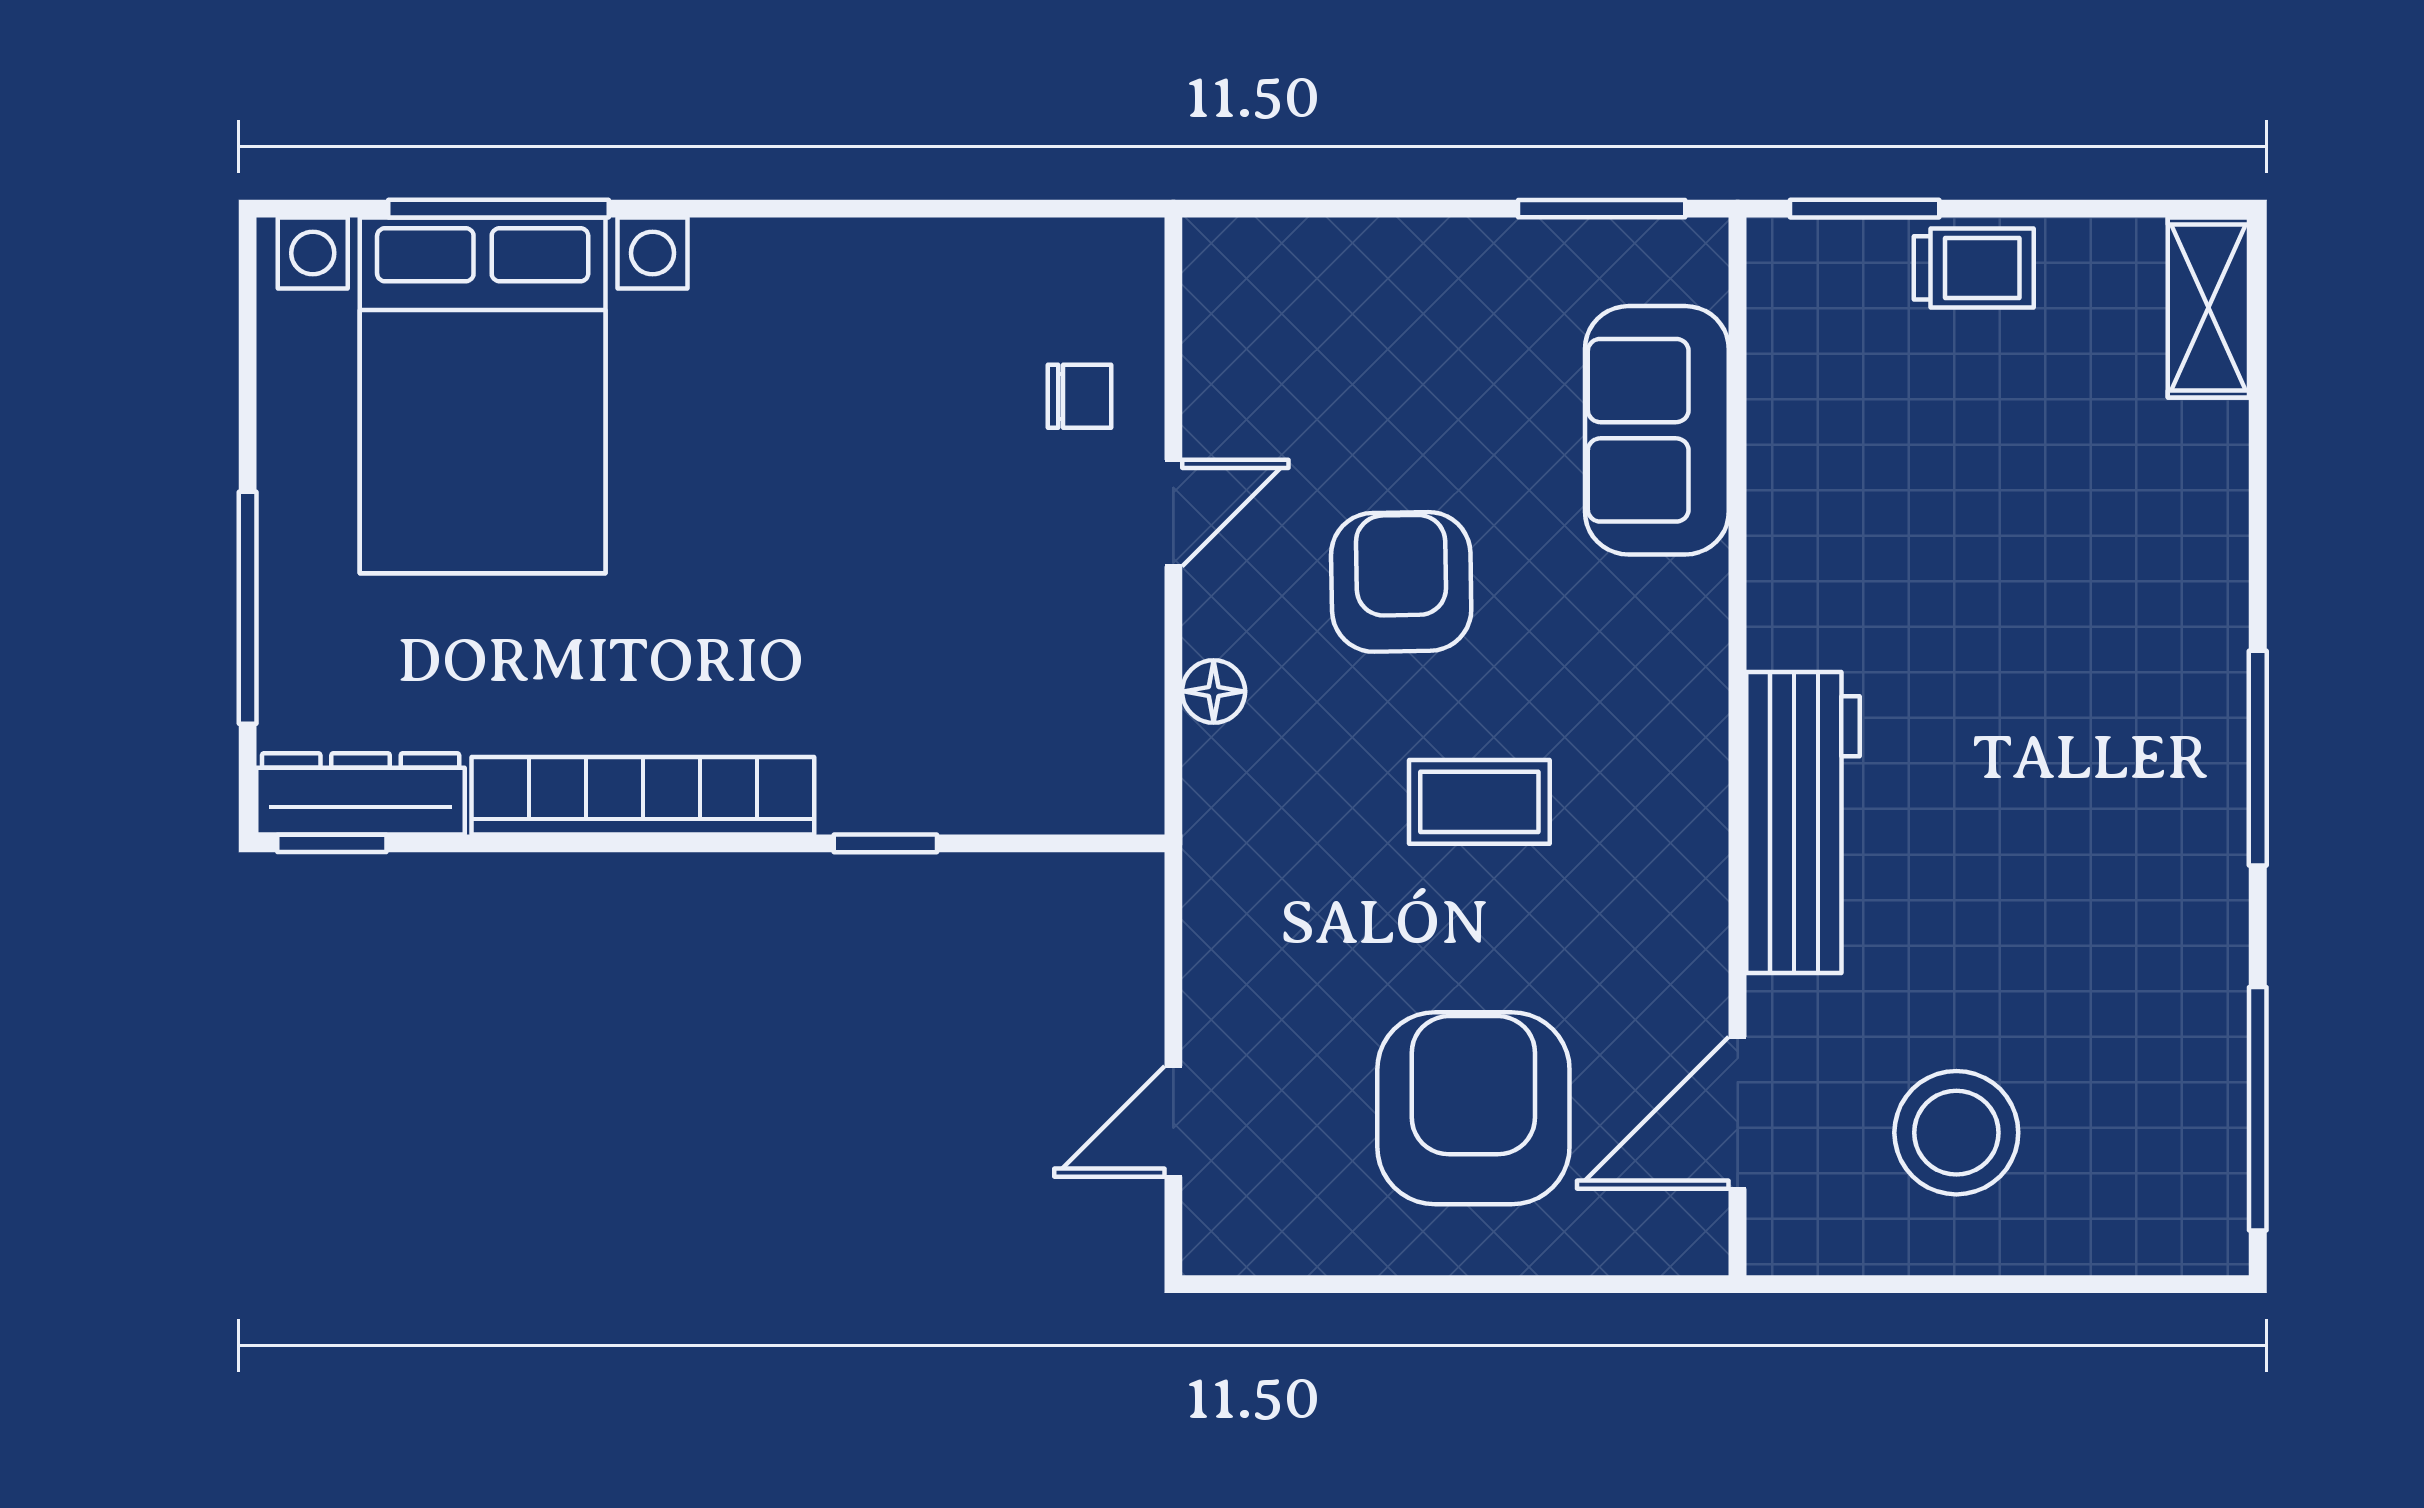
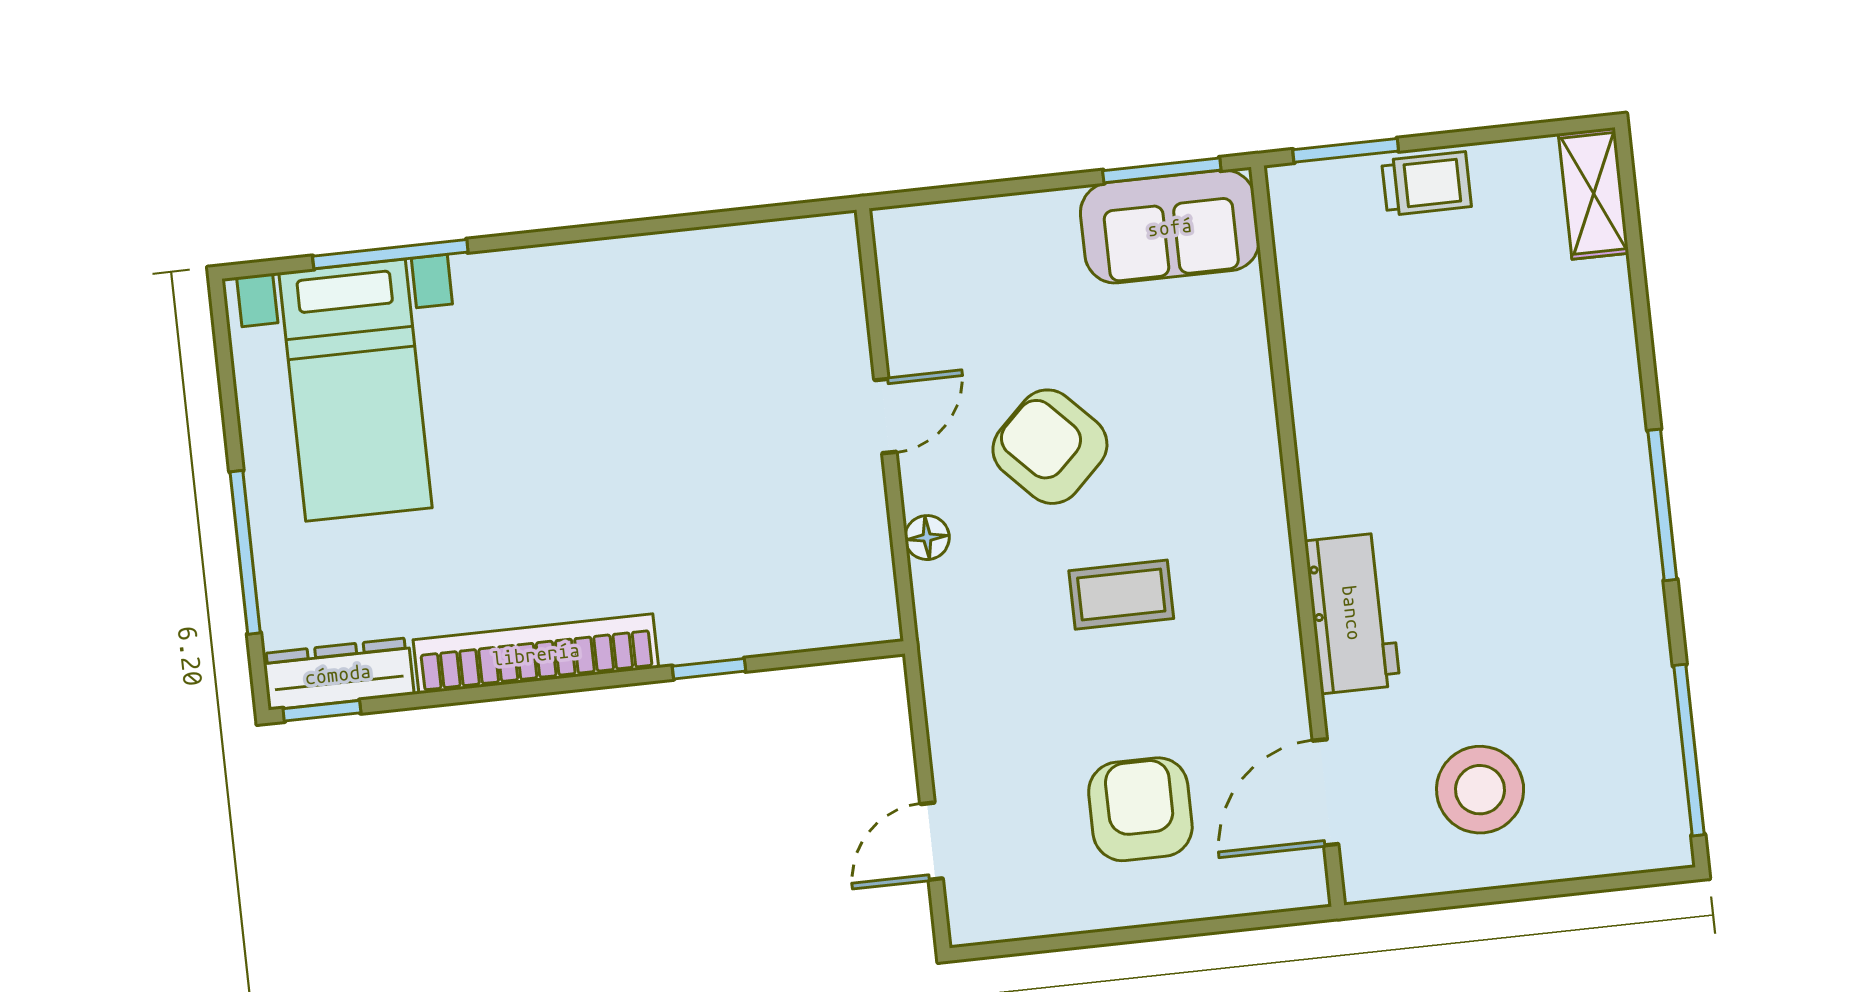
bed with nightstands: (483, 395) -> (355, 390), width x0.73
chair: (1080, 396) -> (811, 341), removed
sofa: (1657, 430) -> (1170, 227), moved, turned -90
armchair: (1401, 582) -> (1050, 447), turned -43
workbench: (1803, 823) -> (1352, 613), width x0.73
armchair: (1473, 1108) -> (1140, 809), width x0.73, depth x0.73

